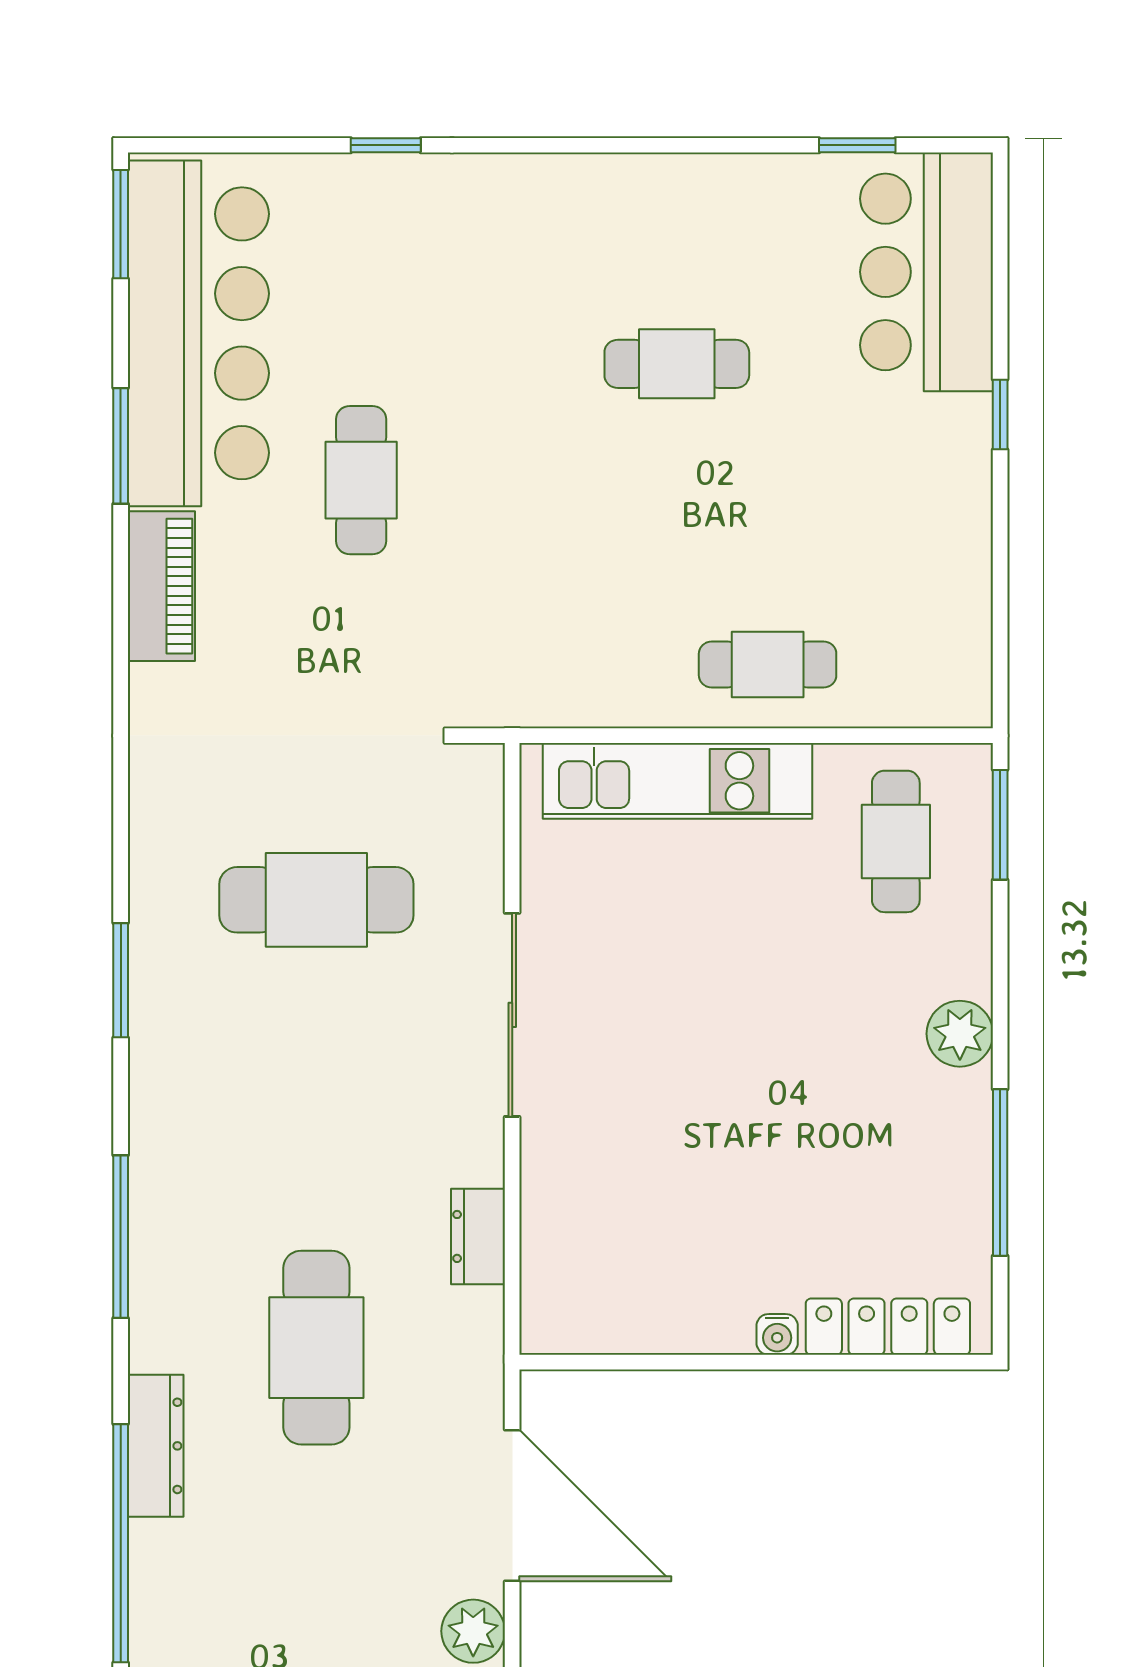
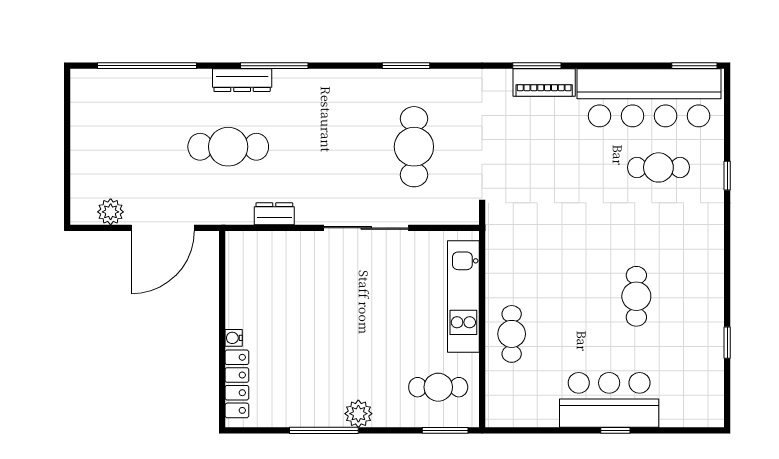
window: (857, 145) -> (727, 343), moved
bar counter: (927, 272) -> (609, 400), moved
window: (121, 446) -> (537, 66), moved
cafe table: (361, 480) -> (658, 167), moved
window: (121, 980) -> (406, 66), moved
window: (1000, 1172) -> (324, 430), moved
dresser: (156, 1446) -> (242, 80), moved

